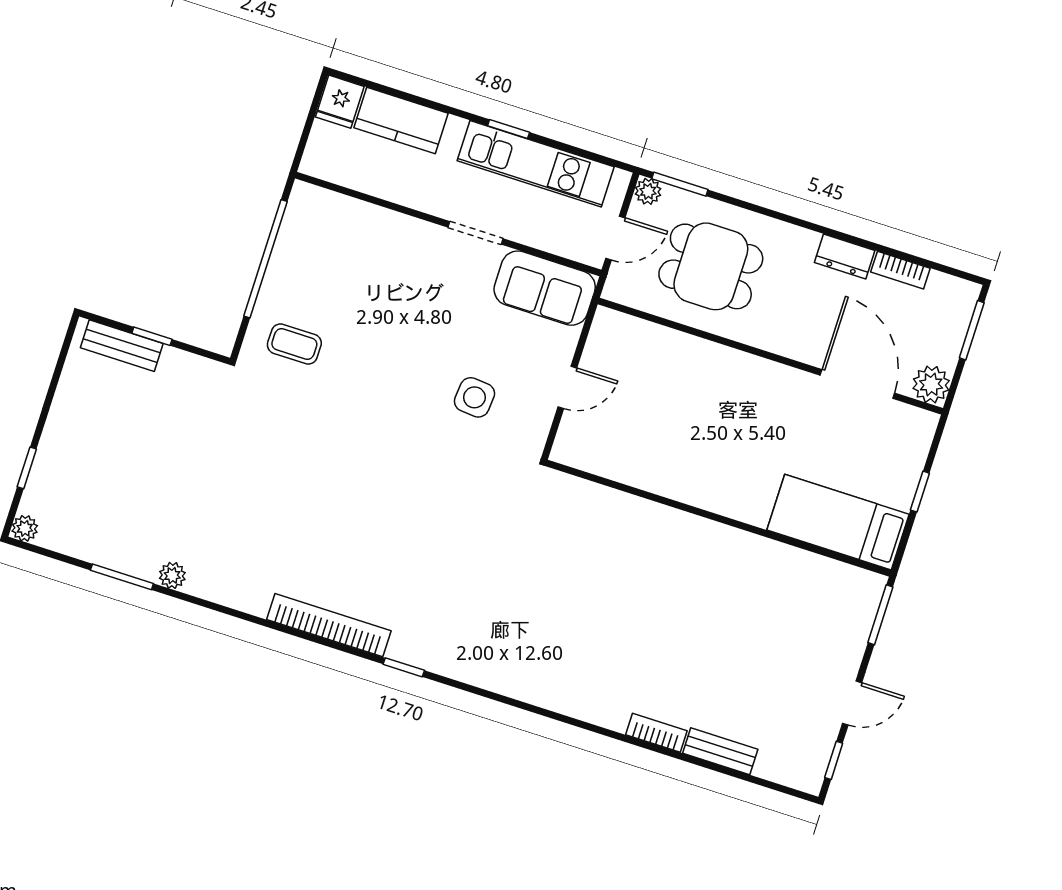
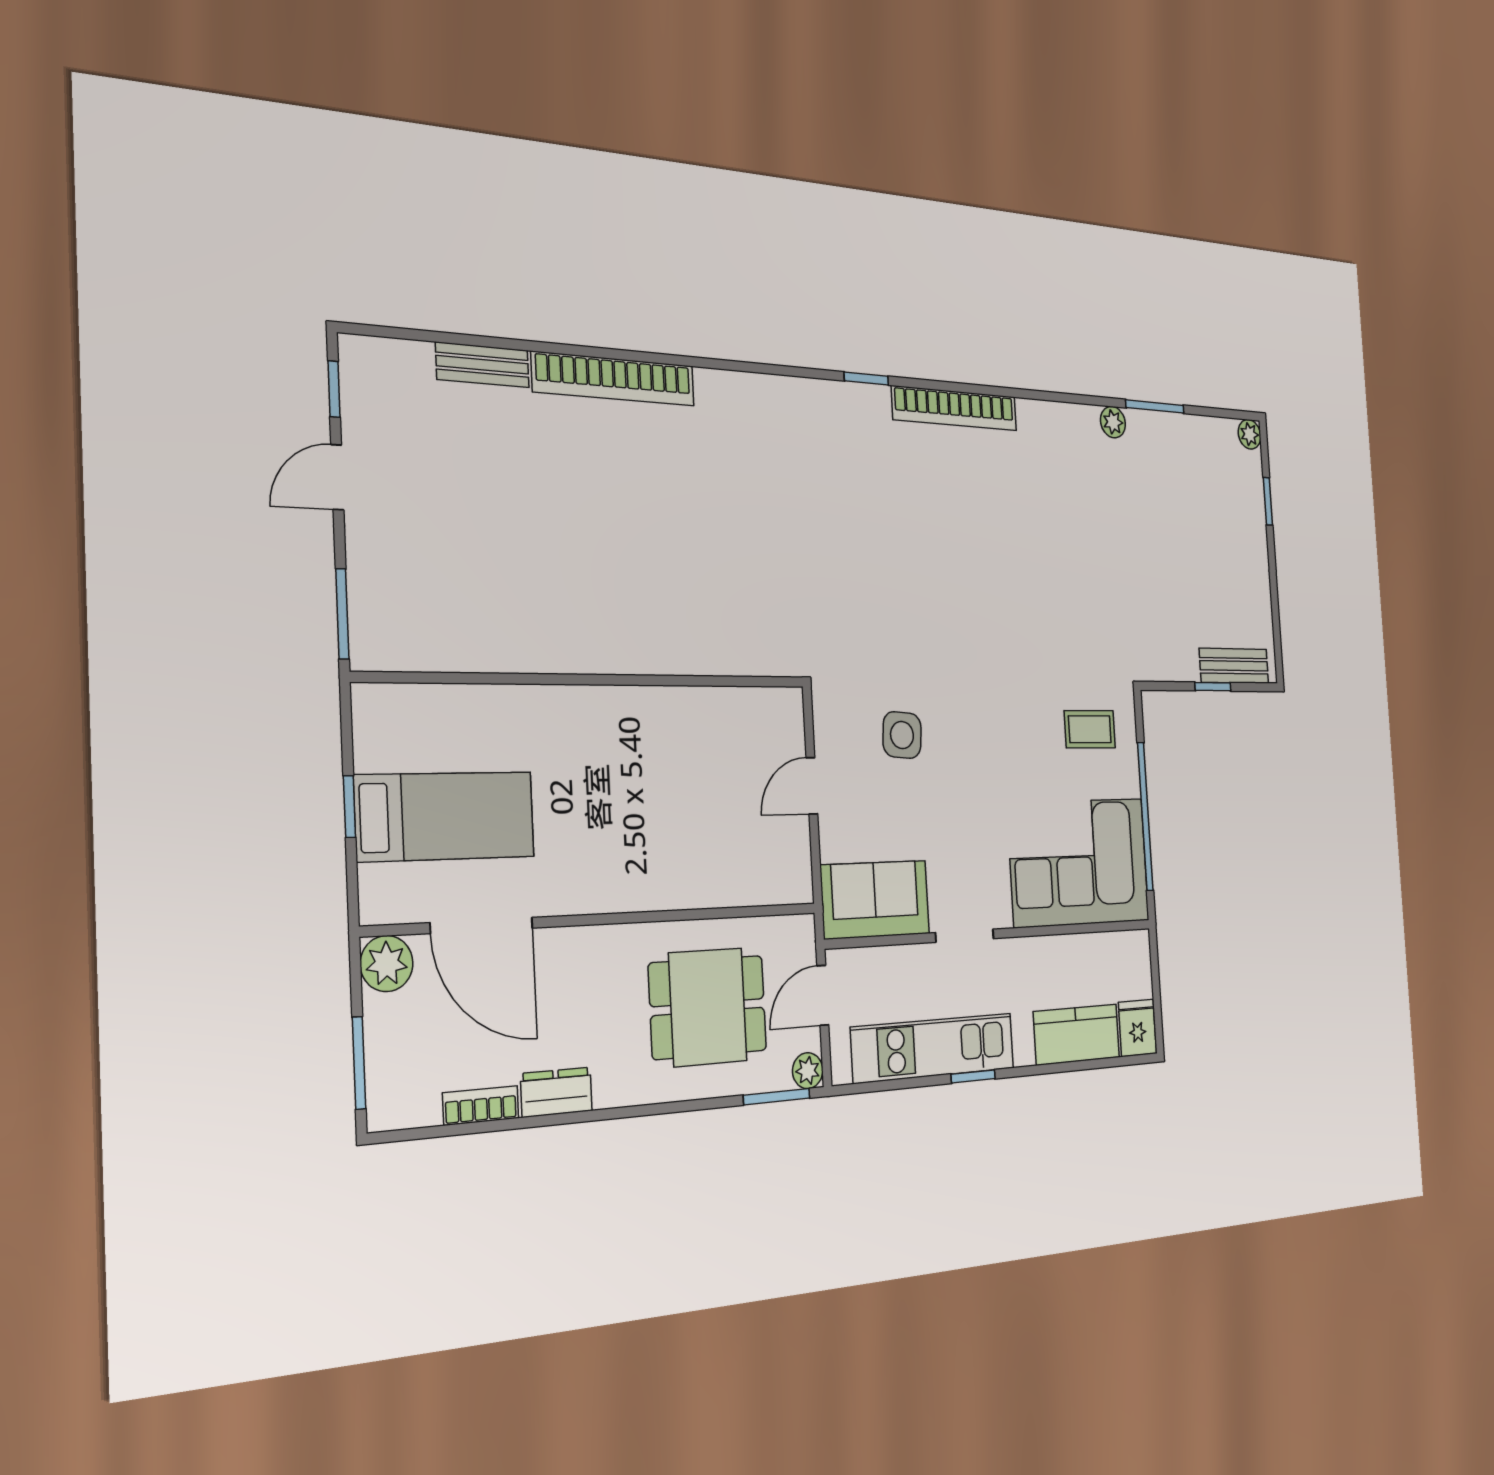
corner sofa: (346, 247) -> (1079, 862), added
bed: (838, 522) -> (445, 816), moved
bookcase: (656, 733) -> (614, 379), width x2.31, depth x1.31

